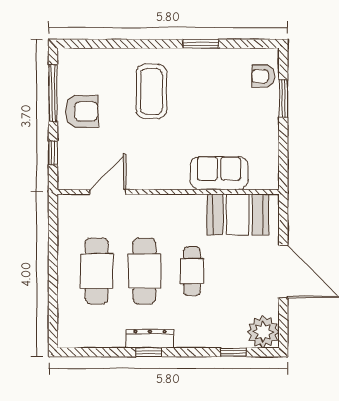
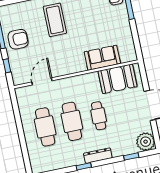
dresser: (150, 339) -> (98, 156), moved

